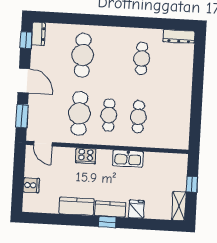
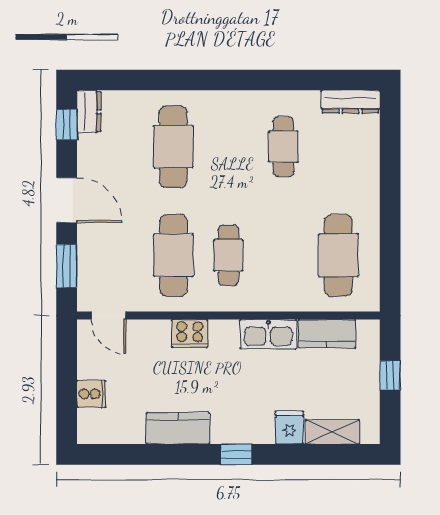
cafe table: (138, 117) -> (338, 255), moved, width x1.37, depth x1.35
shelving: (179, 206) -> (332, 432), moved, turned 90
kitchen counter: (110, 209) -> (327, 334), moved, turned 180

